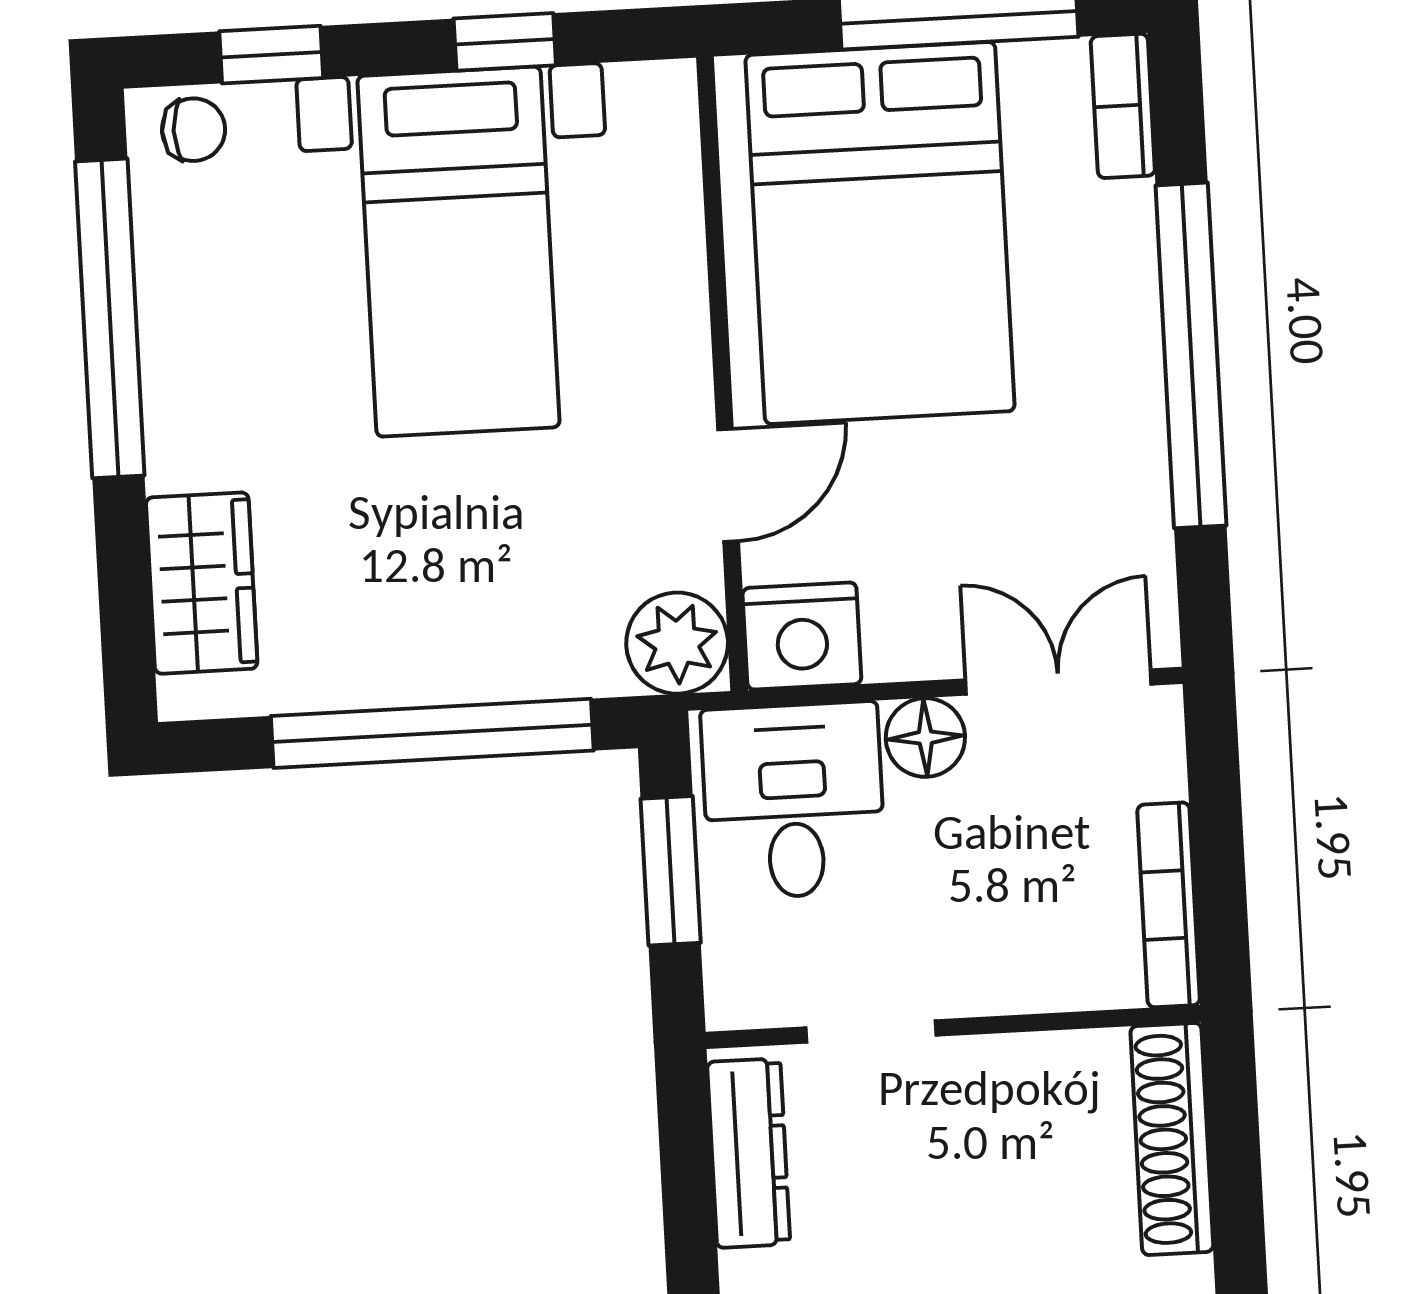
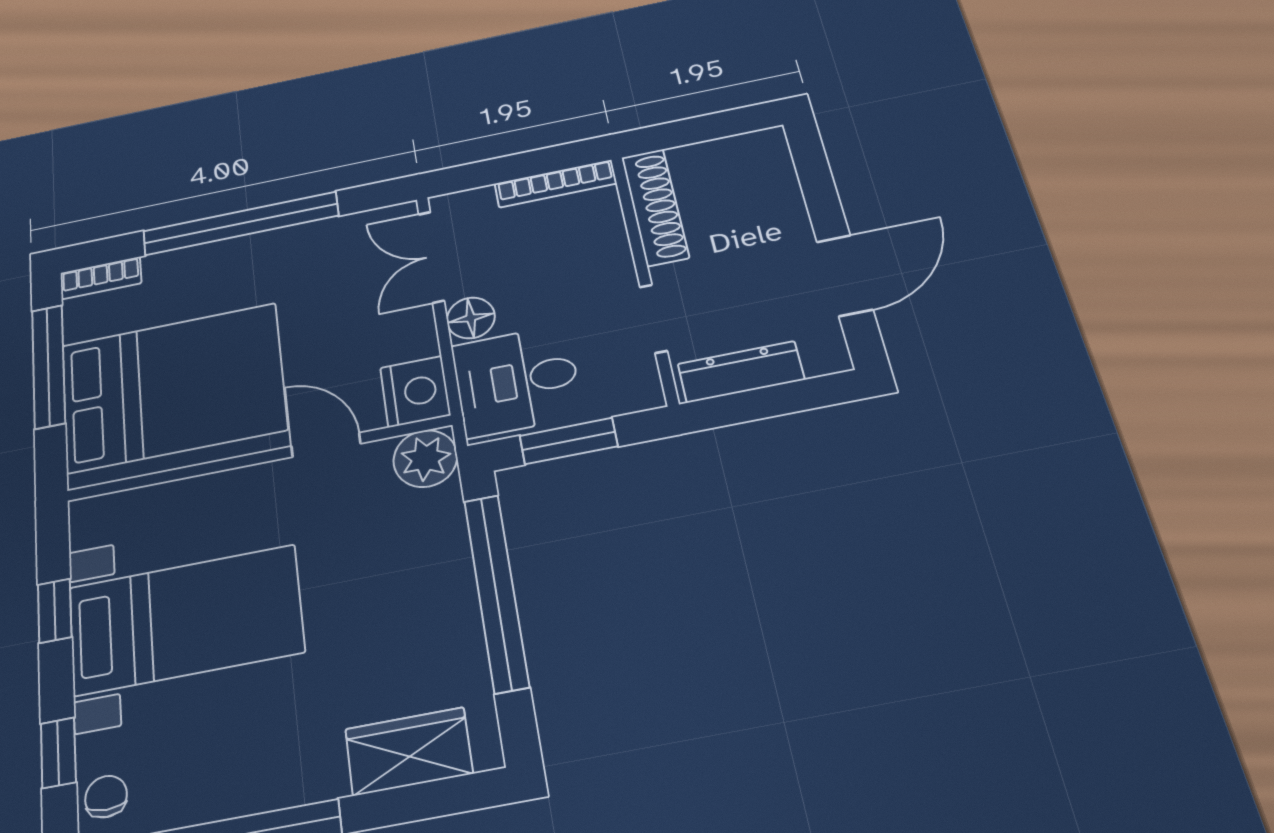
shoe rack: (1172, 1139) -> (655, 207), moved, turned -90

